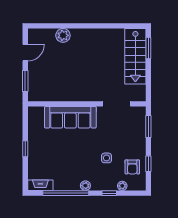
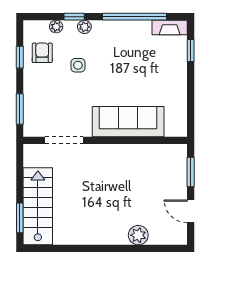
door: (25, 53) -> (191, 211), hinge flipped
window: (25, 149) -> (191, 51), moved
plant: (85, 186) -> (84, 27), moved

